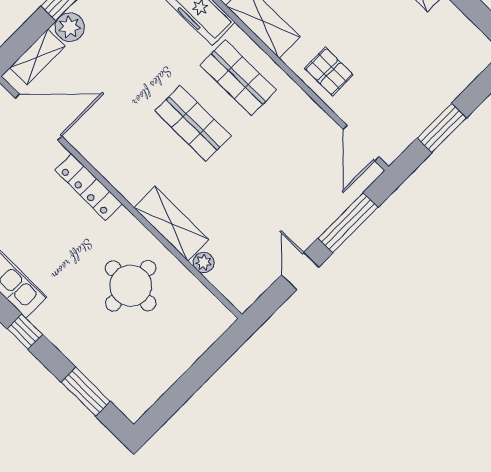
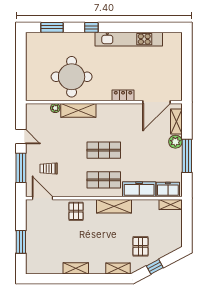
pallet: (329, 72) -> (76, 211), turned 90
window: (442, 128) -> (21, 242), moved
trolley: (306, 179) -> (49, 168), added
locker: (89, 187) -> (123, 95), width x0.66
round table: (131, 286) -> (72, 77), width x1.36, depth x1.36

